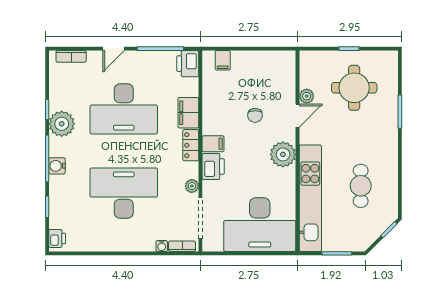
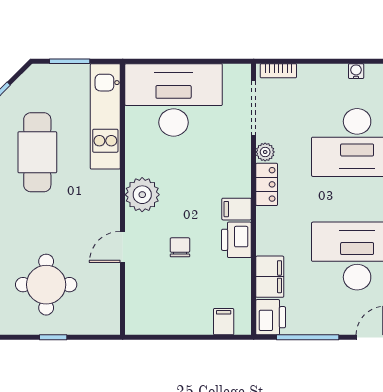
plant: (307, 96) -> (110, 273), removed
filing cabinet: (188, 113) -> (270, 277), moved
locker: (191, 145) -> (267, 184), moved
printer: (213, 166) -> (236, 240), moved
cafe table: (361, 186) -> (37, 152), width x1.37, depth x1.35
kitchen unit: (310, 198) -> (105, 116), width x0.73
water cooler: (162, 246) -> (356, 71), moved

